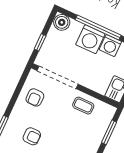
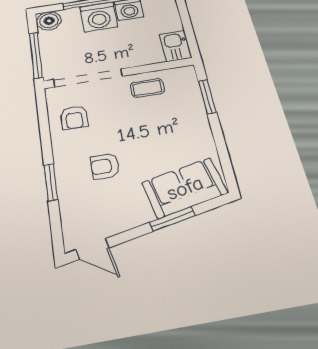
window: (40, 42) -> (36, 55), width x2.17
armchair: (32, 136) -> (105, 166), turned 180

